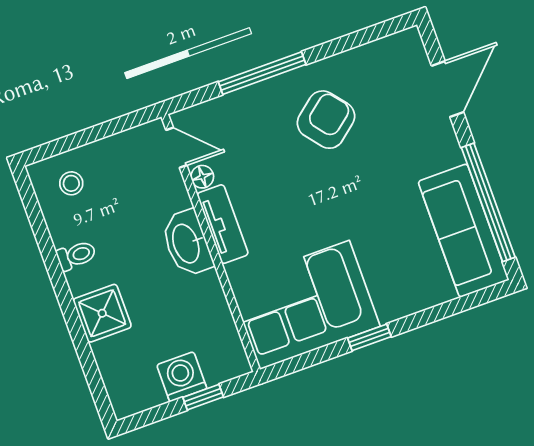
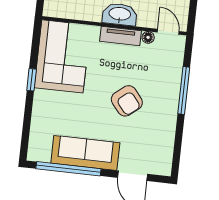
armchair: (326, 120) -> (127, 101), moved
door: (176, 148) -> (168, 32), swing flipped
sofa: (463, 231) -> (85, 153), moved

